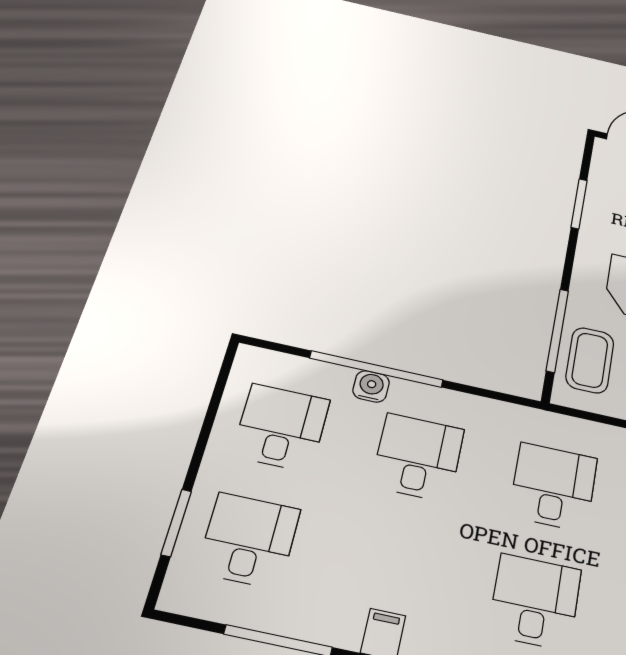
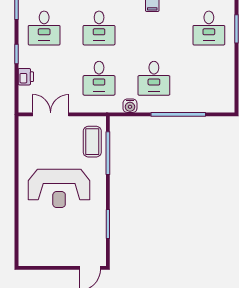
water cooler: (371, 386) -> (130, 106), moved
desk: (281, 428) -> (209, 78), removed

